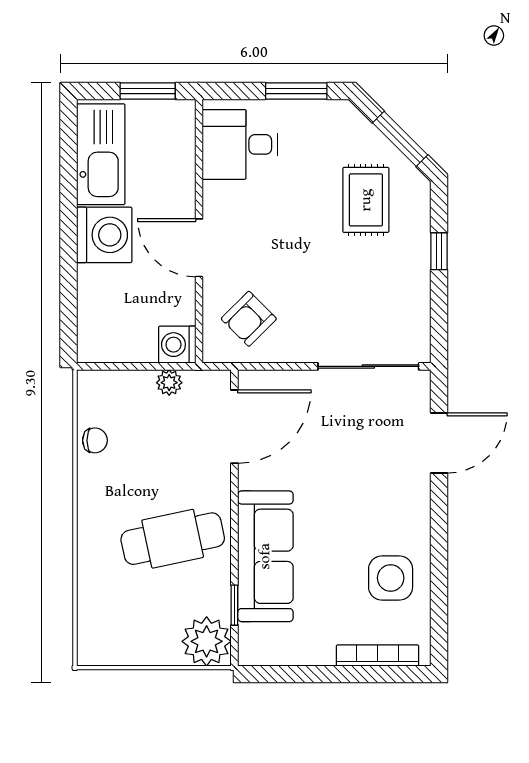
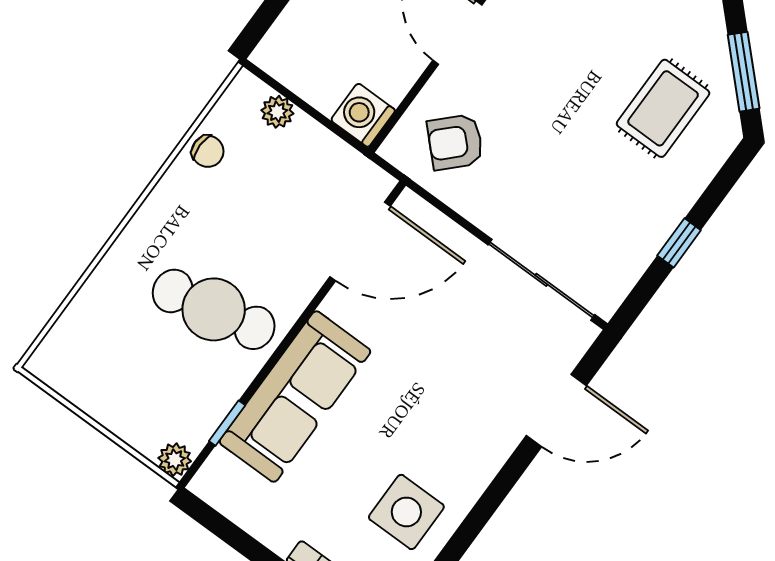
window: (439, 251) -> (679, 243), moved
plant: (169, 383) -> (277, 112), moved
plant: (207, 641) -> (175, 460), width x0.53, depth x0.53

